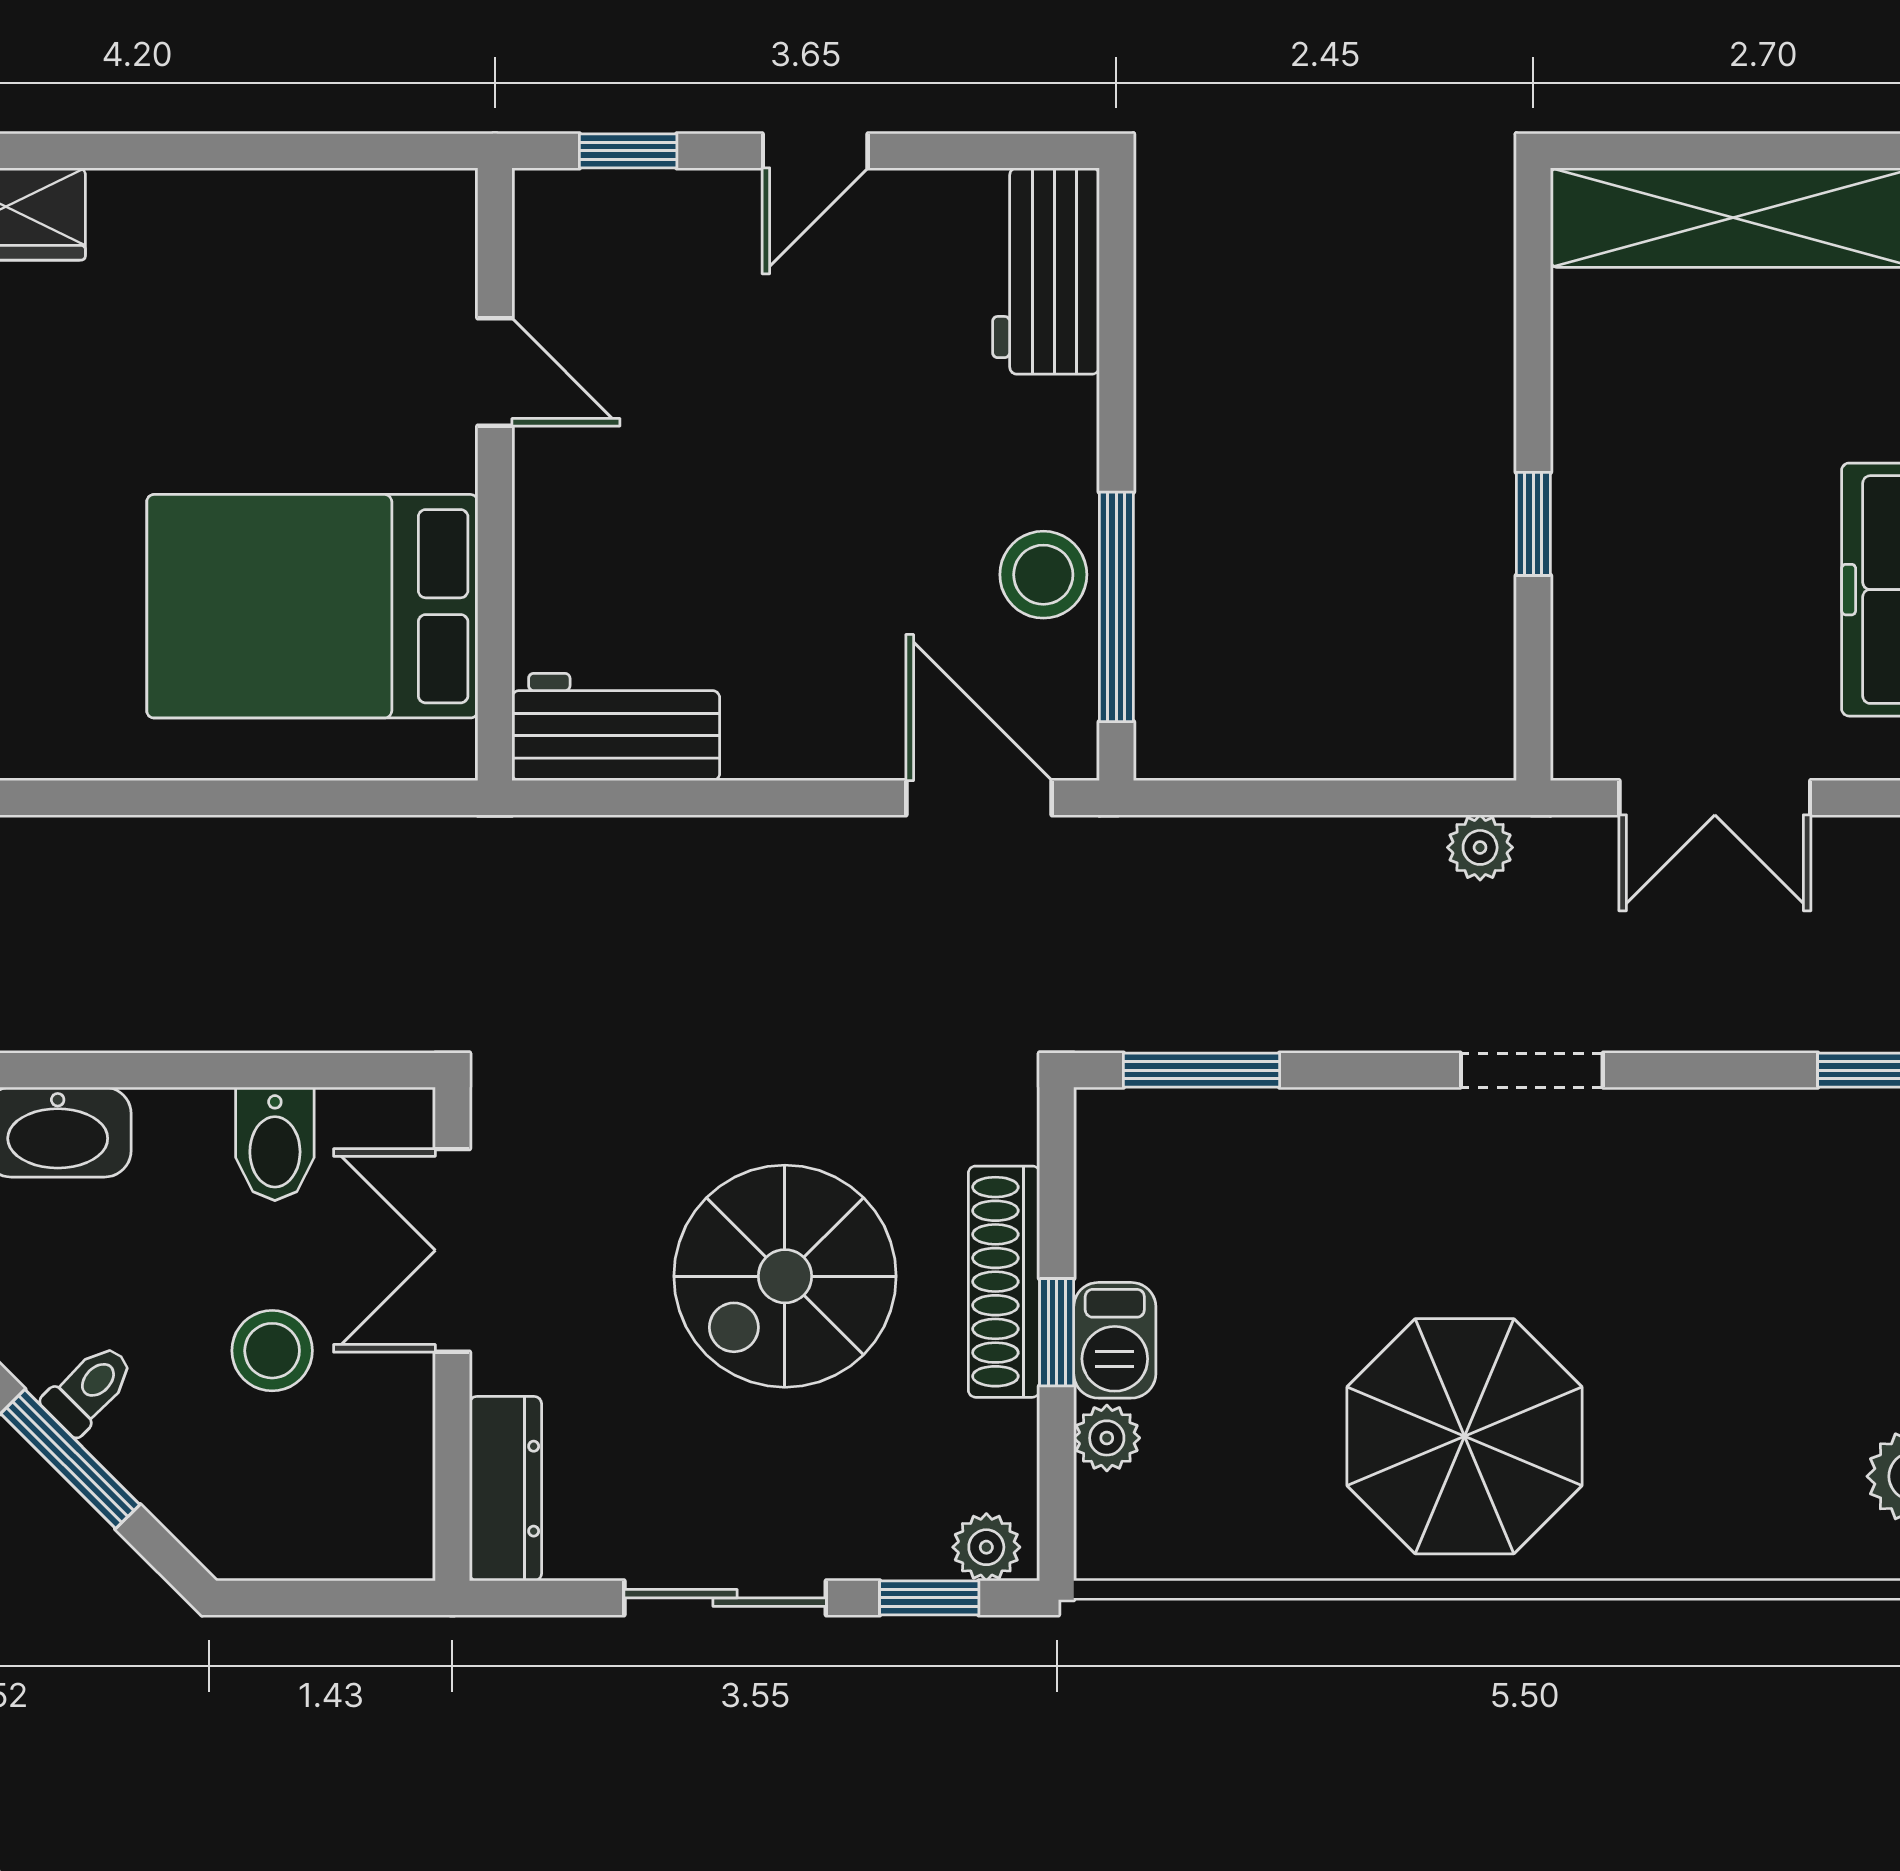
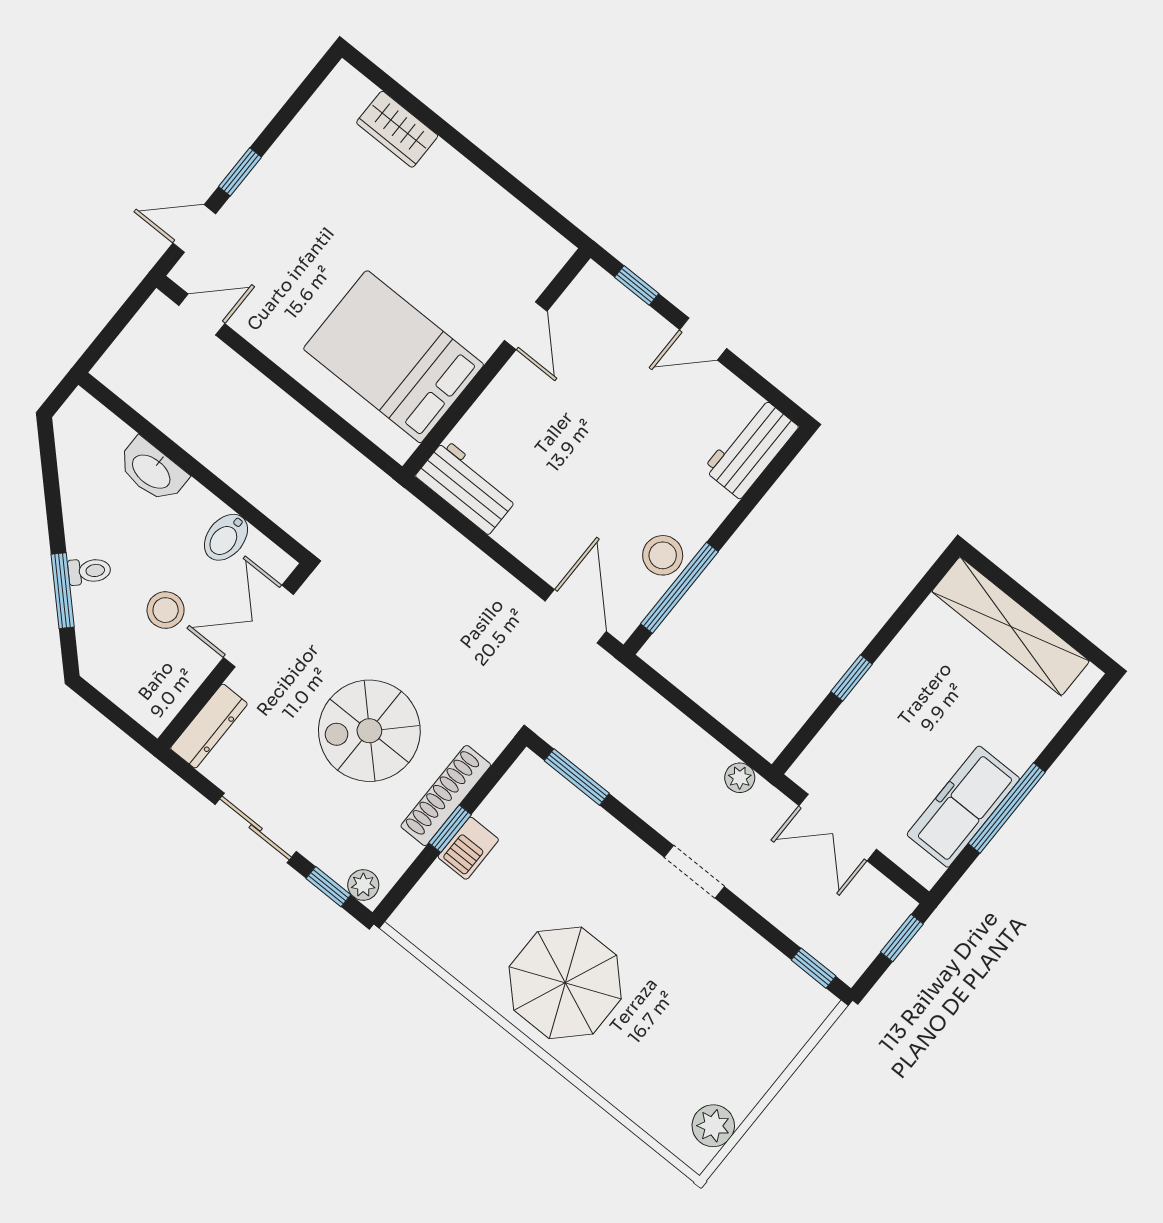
plant: (1107, 1438) -> (437, 881), removed

